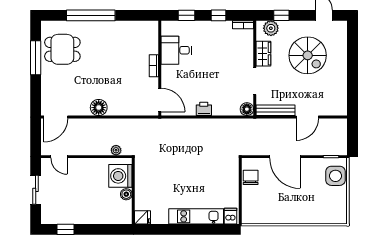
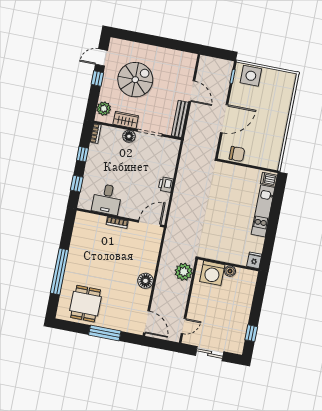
window: (281, 15) -> (97, 79), moved
window: (36, 58) -> (105, 333), moved
floor lamp: (247, 109) -> (129, 136), moved
plant: (116, 150) -> (184, 272), width x1.88, depth x1.88
chair: (251, 177) -> (237, 154), turned 180

